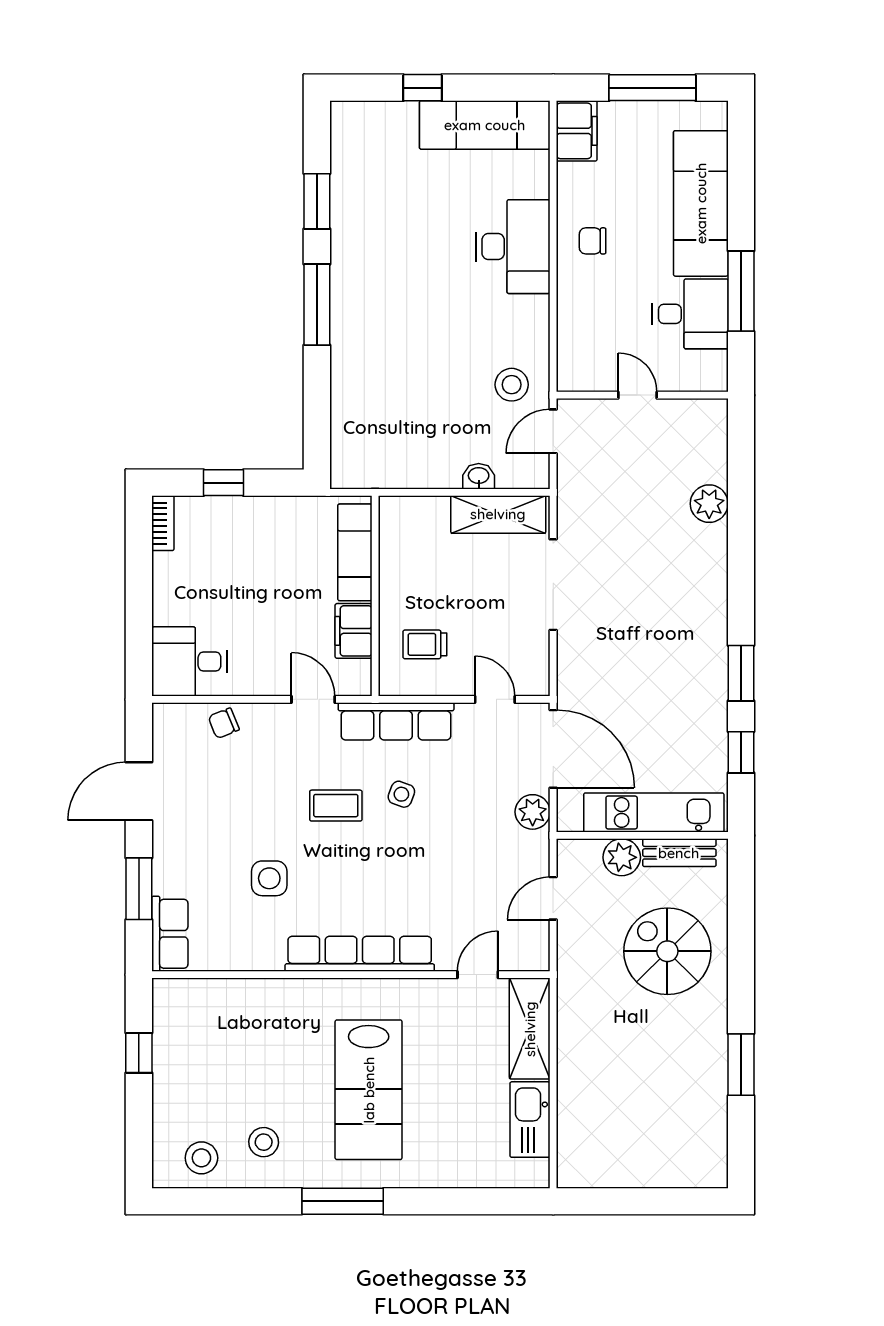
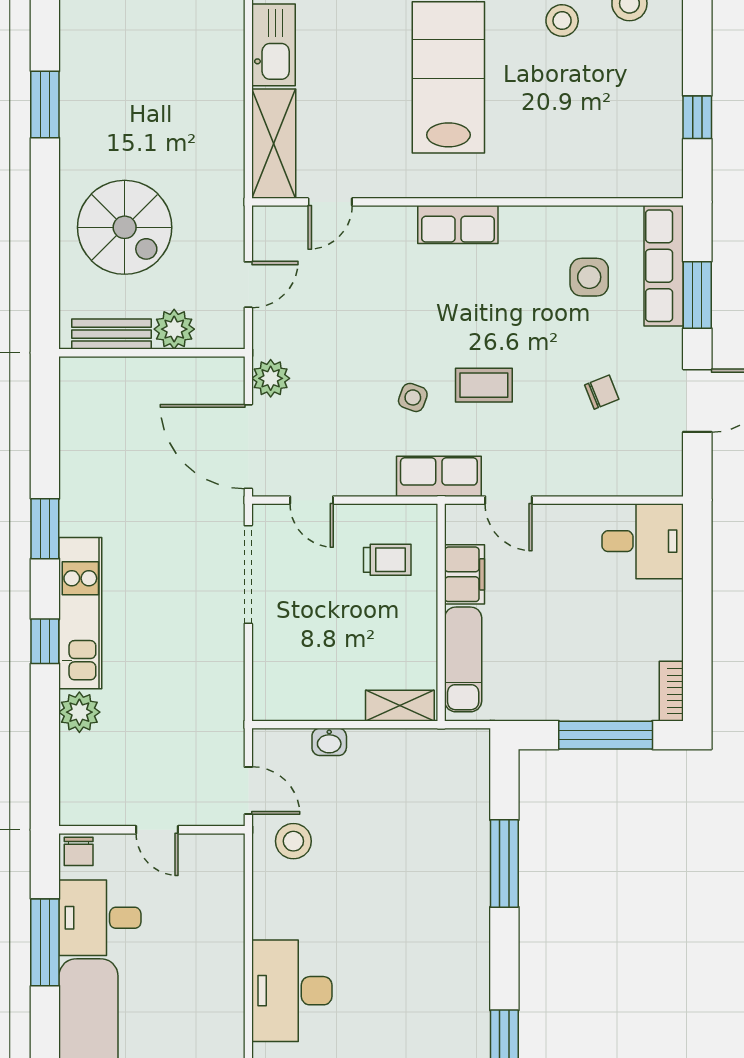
chair: (593, 241) -> (79, 851), moved, turned 90
window: (317, 305) -> (504, 863), moved
door: (553, 431) -> (248, 791), hinge flipped
window: (223, 483) -> (606, 735), width x2.17
shelving: (498, 514) -> (400, 706), moved, width x0.67, depth x0.75
doorway: (553, 585) -> (248, 574), moved
row of seats: (396, 721) -> (439, 476), width x0.68
chair: (224, 723) -> (602, 392), moved
window: (741, 752) -> (45, 641), moved
kitchen unit: (654, 812) -> (80, 613), moved, turned -90
side table: (269, 878) -> (589, 277), moved
row of seats: (170, 934) -> (664, 266), width x1.48
row of seats: (360, 954) -> (458, 225), width x0.50

